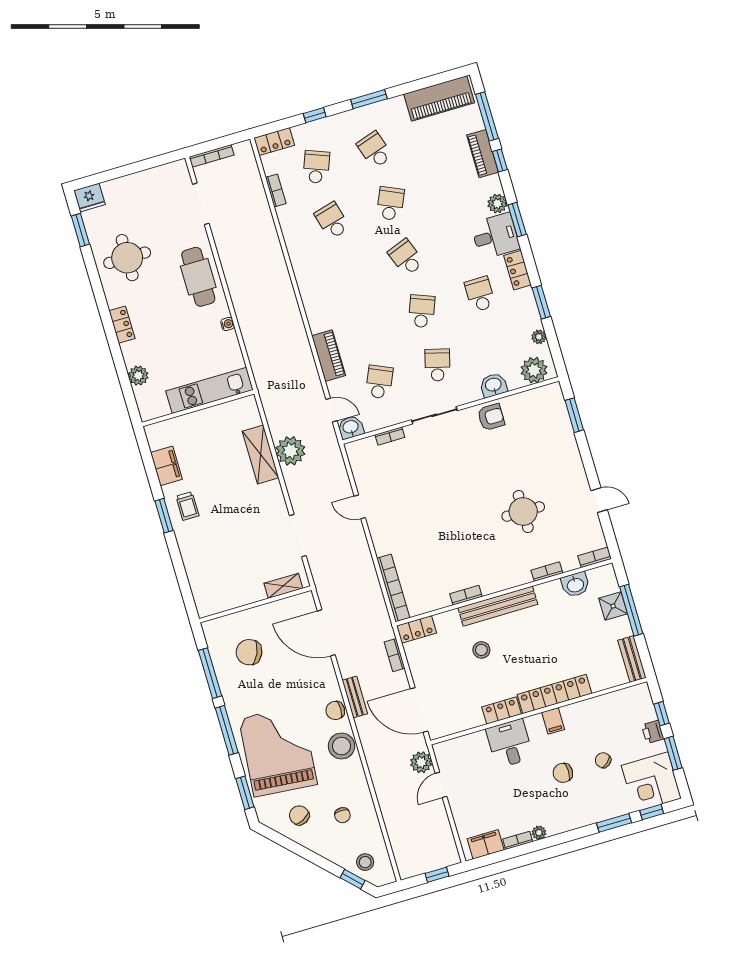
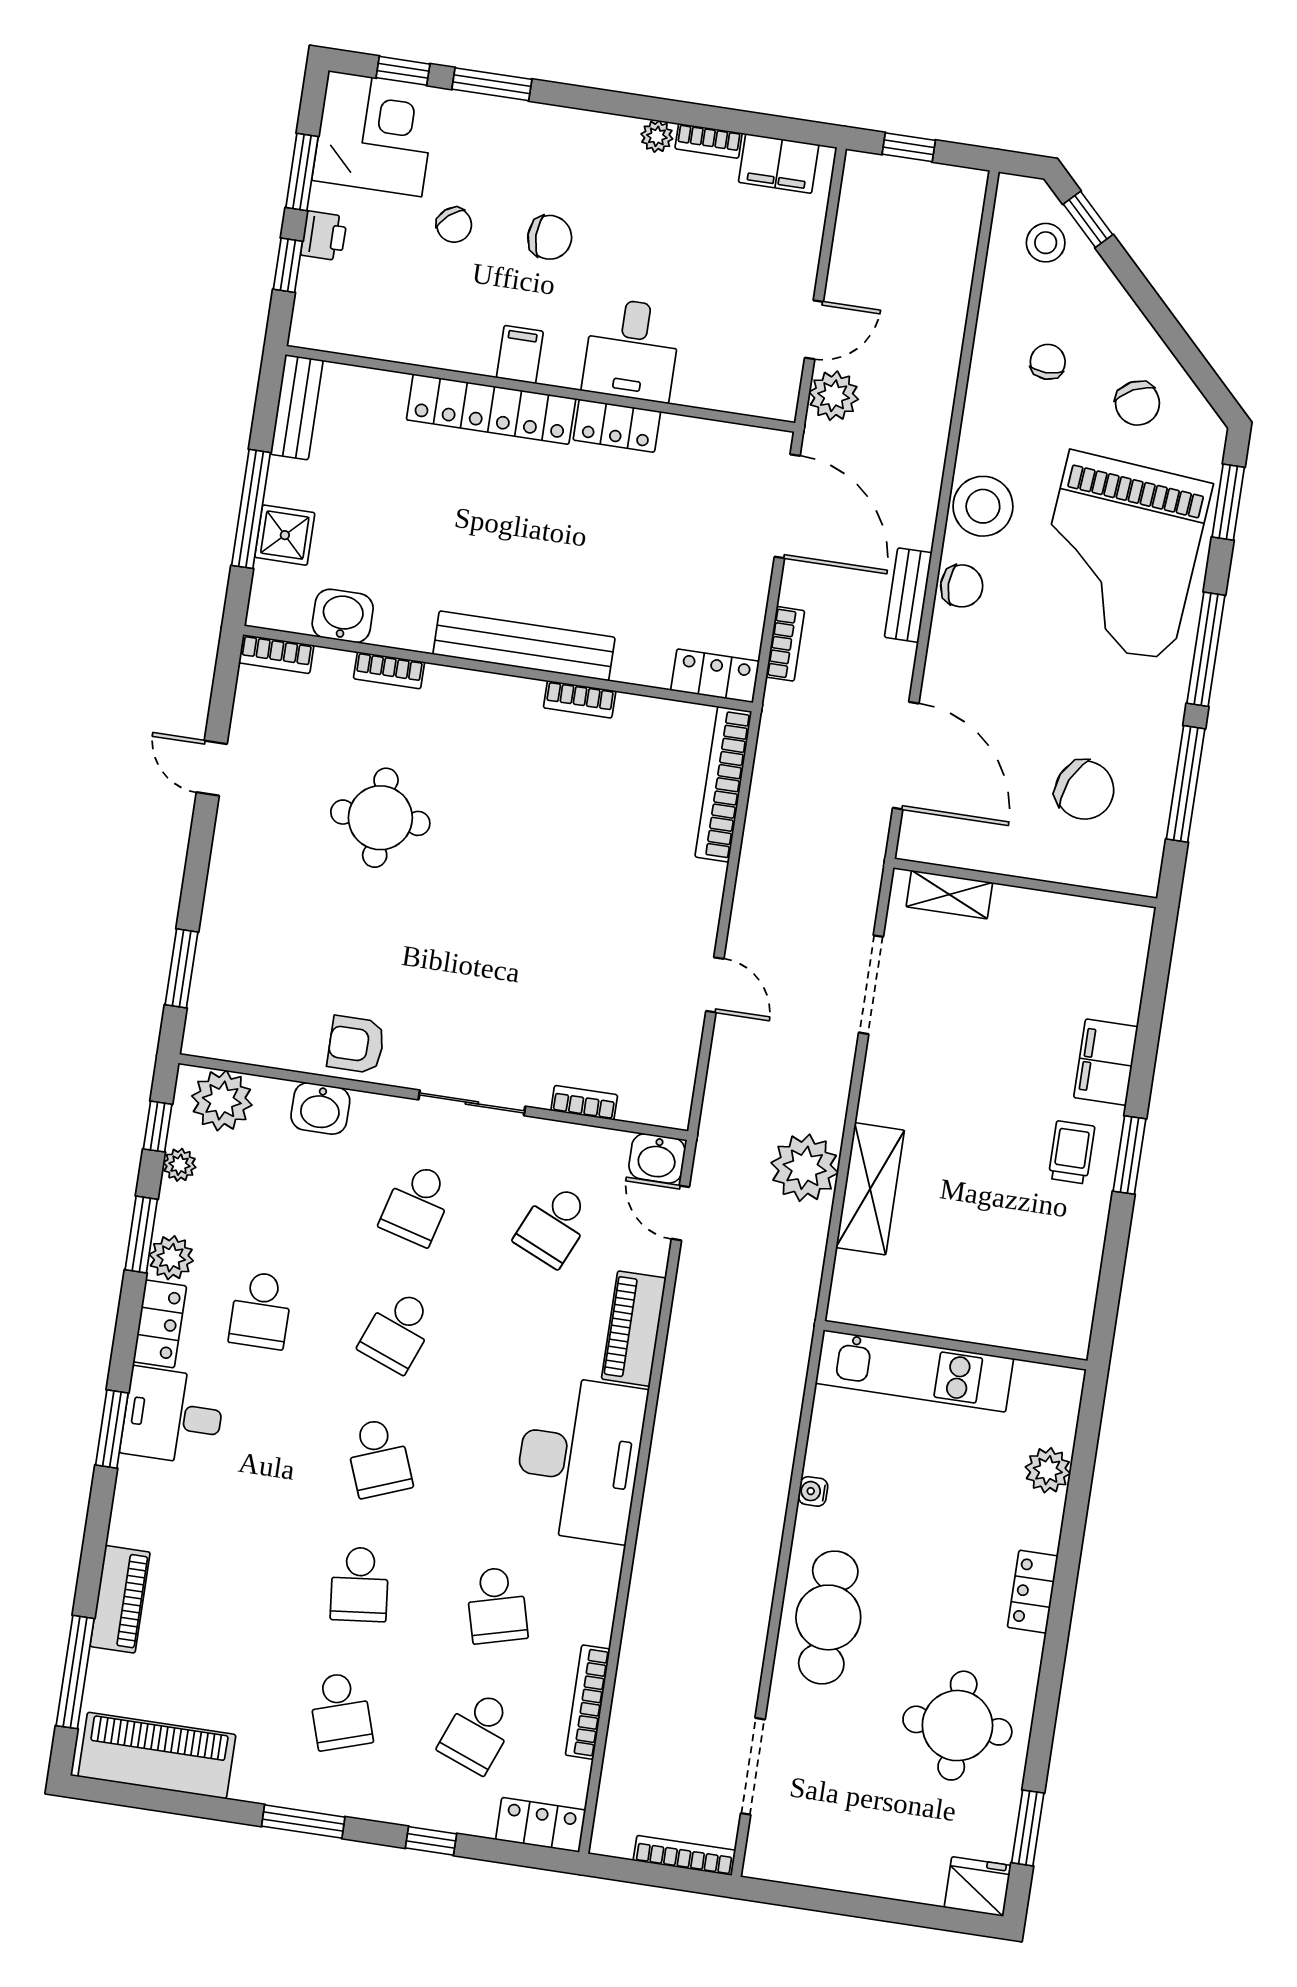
window: (500, 161) -> (158, 1127), moved
bookcase: (276, 190) -> (588, 1702), width x1.56
school desk: (390, 204) -> (360, 1584), turned -30
plant: (497, 204) -> (171, 1258), moved
desk: (326, 294) -> (579, 1459), added
filing cabinet: (166, 466) -> (1106, 1062), moved
stool: (481, 650) -> (600, 571), removed

